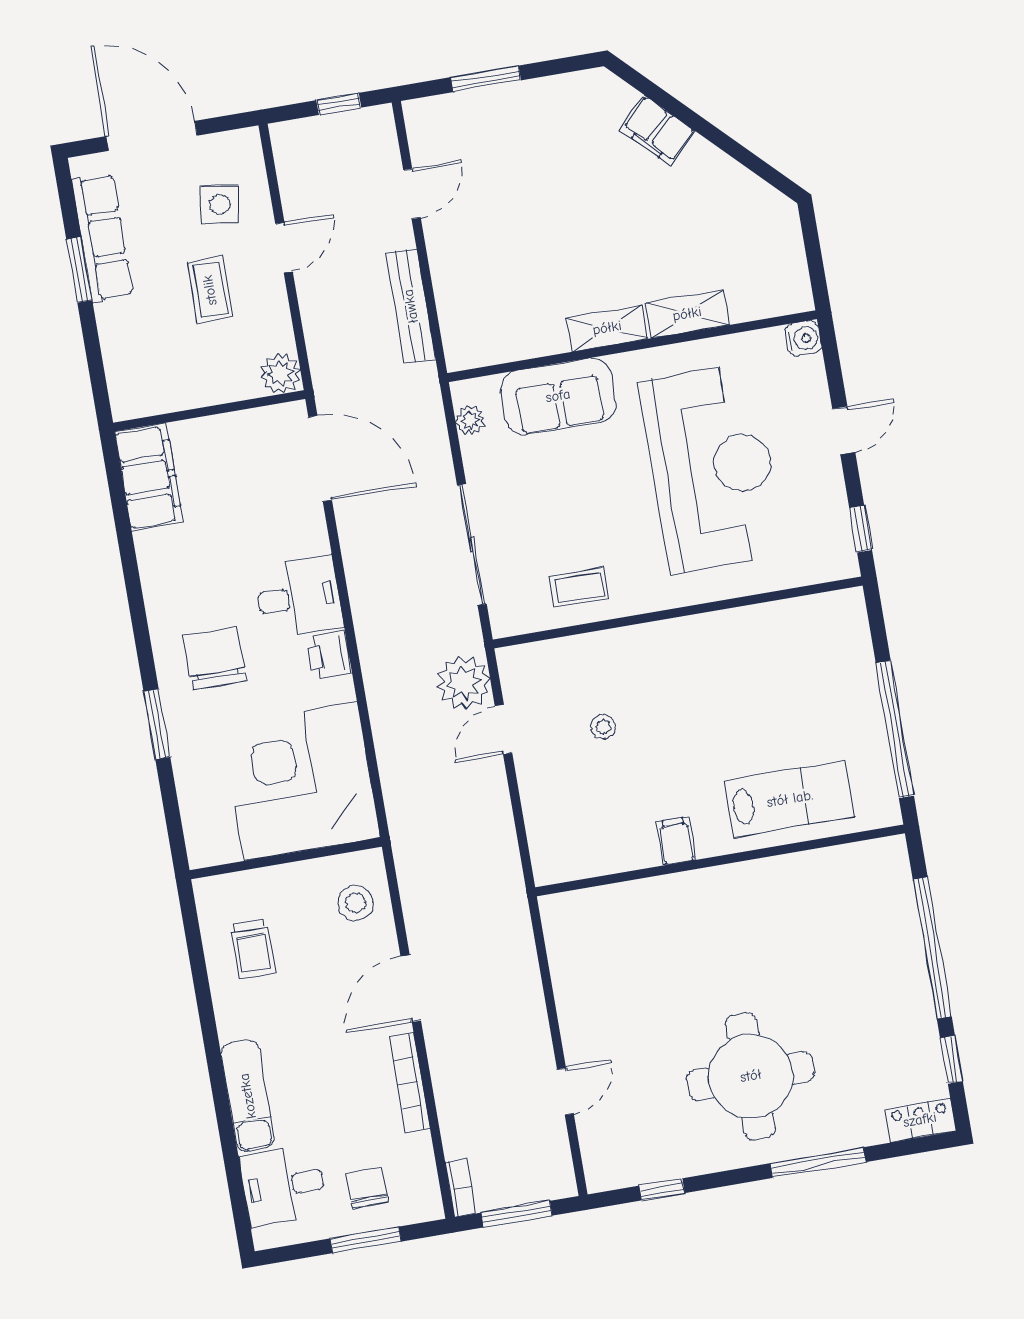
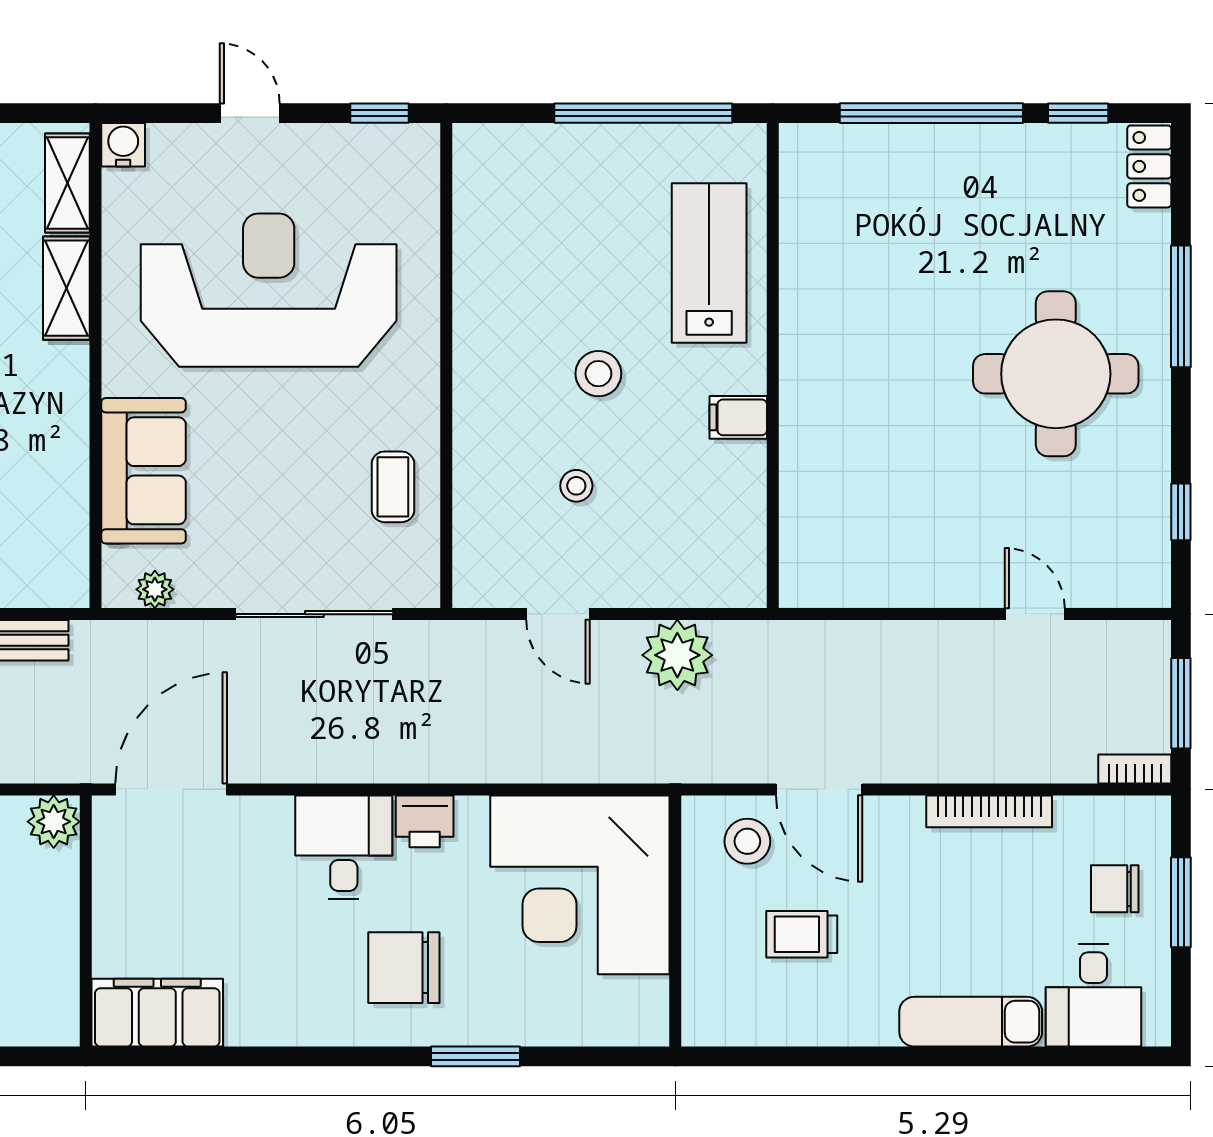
shelving: (607, 328) -> (67, 183), moved
plant: (463, 683) -> (677, 655), moved
stool: (691, 729) -> (598, 374), added
trolley: (253, 949) -> (802, 934), moved, turned 180
door: (411, 988) -> (819, 789), moved

